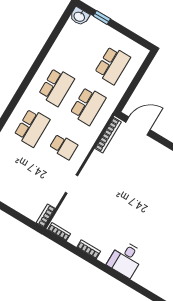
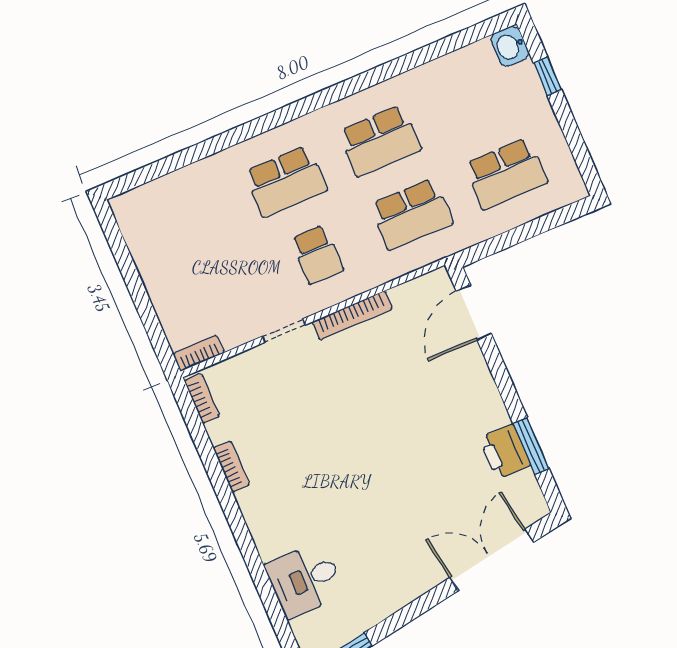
door: (138, 126) -> (474, 313), swing flipped
bookcase: (108, 135) -> (352, 315), moved
desk: (126, 259) -> (305, 580), moved

